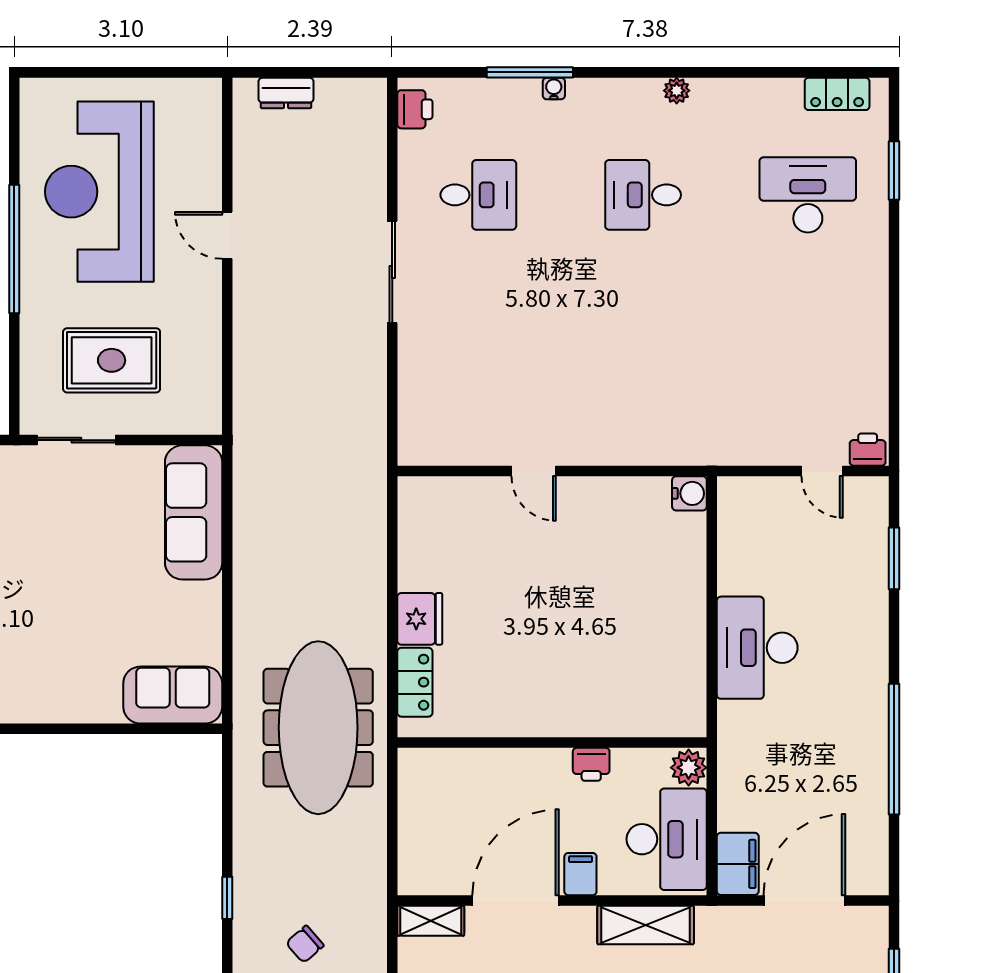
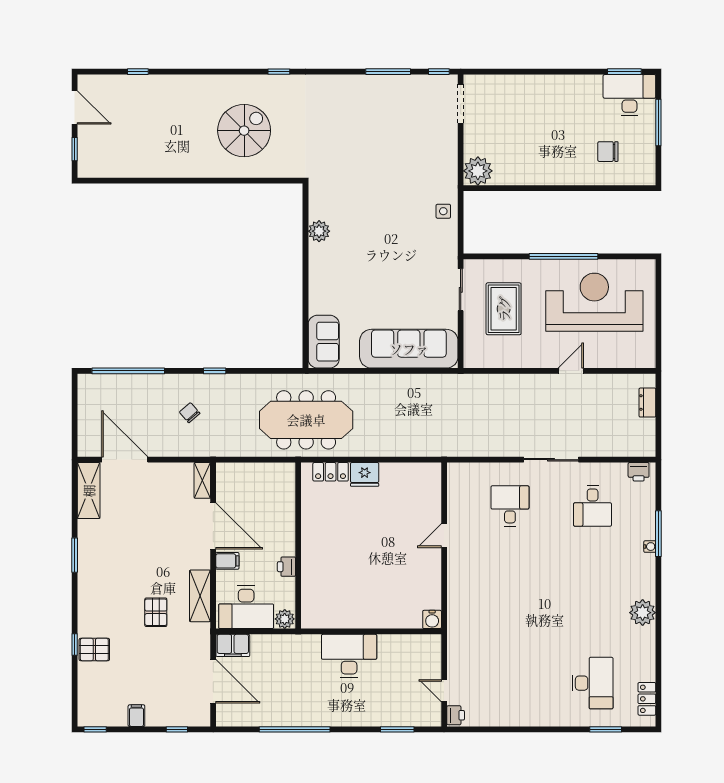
plant: (677, 91) -> (643, 613), width x1.88, depth x1.88
desk: (643, 195) -> (510, 506), moved
door: (822, 471) -> (444, 691), hinge flipped
sofa: (194, 512) -> (409, 349), width x1.36, depth x1.27

